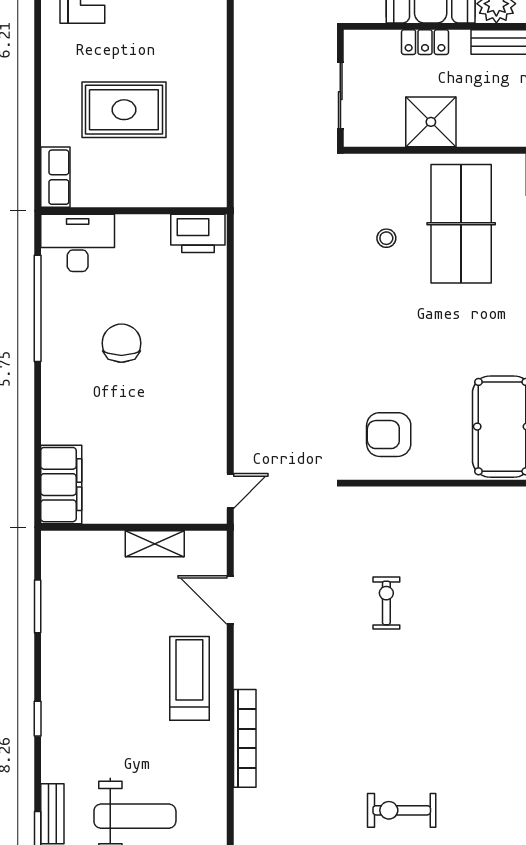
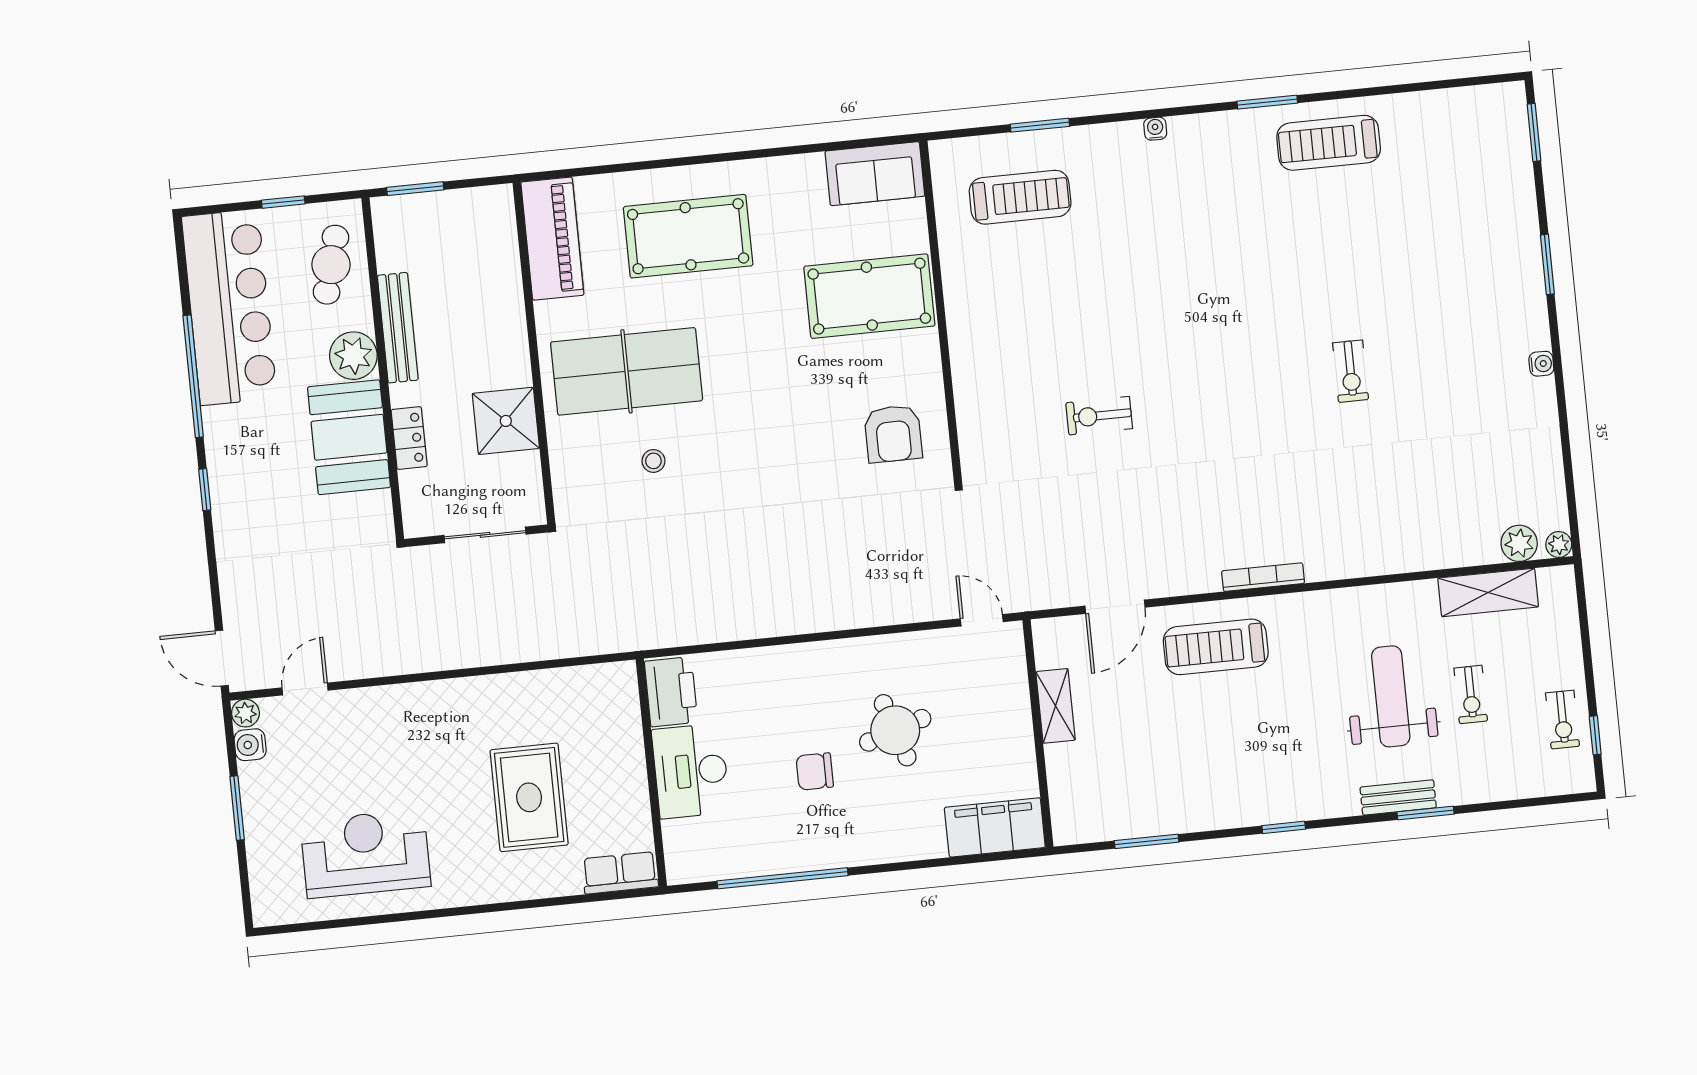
desk: (78, 243) -> (691, 771), moved
chair: (121, 343) -> (815, 771), width x0.73, depth x0.73
round table: (148, 412) -> (895, 730), added
bookcase: (245, 738) -> (1263, 577), width x0.68, depth x0.76
exercise bike: (402, 810) -> (1351, 371), width x0.73, depth x0.72

